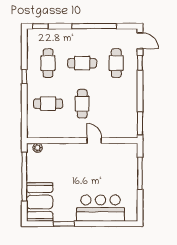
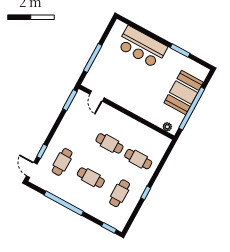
cafe table: (82, 104) -> (109, 143), turned 90
door: (94, 141) -> (97, 96), moved
booth: (40, 202) -> (184, 93), moved

